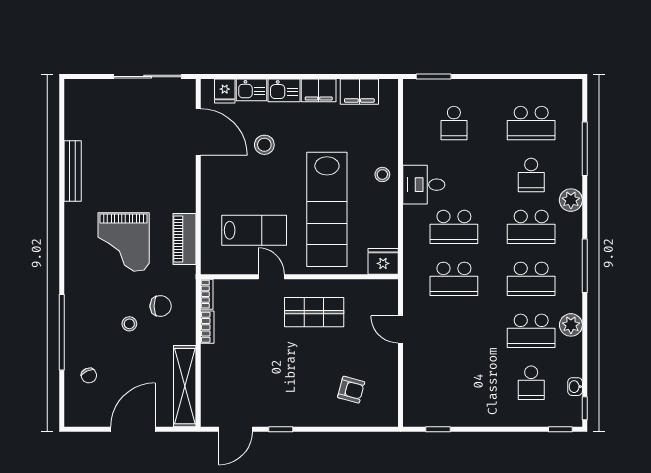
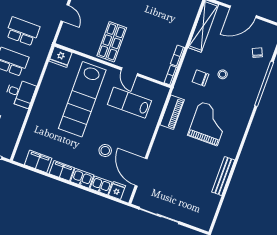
stool: (382, 174) -> (42, 108), removed
lab bench: (327, 209) -> (82, 99), turned 180
shop shelf: (314, 312) -> (112, 42), turned 90

